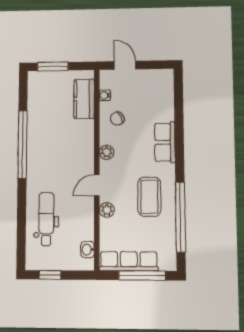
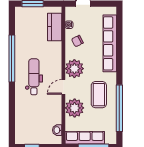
row of seats: (165, 142) -> (110, 43), width x2.02
plant: (107, 152) -> (74, 69), width x1.88, depth x1.88
plant: (107, 210) -> (75, 108), width x1.88, depth x1.88
dental chair: (46, 219) -> (34, 77), moved

